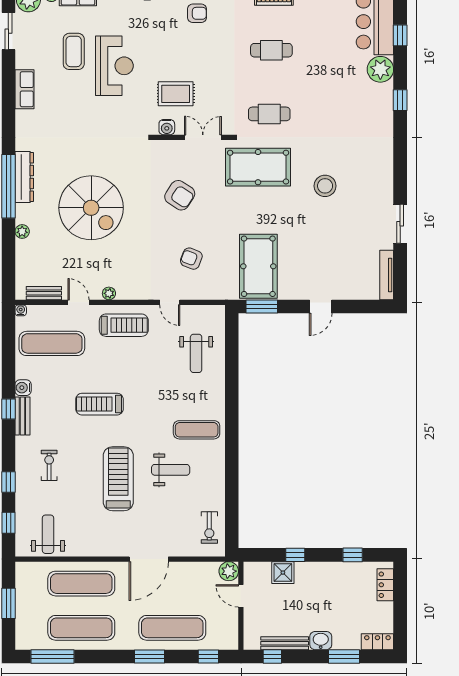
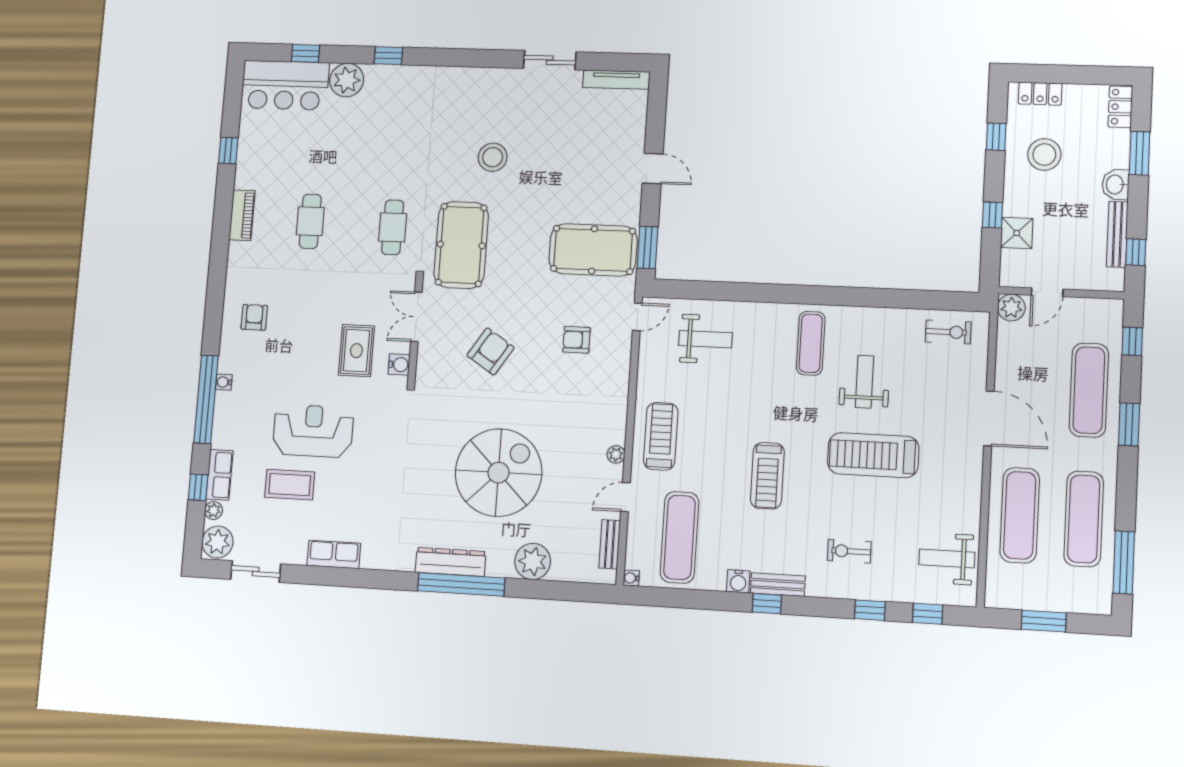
plant: (22, 231) -> (533, 561), width x1.87, depth x1.87
armchair: (191, 259) -> (576, 340), turned 69
door: (170, 302) -> (637, 317), moved
stool: (341, 590) -> (1044, 155), added

